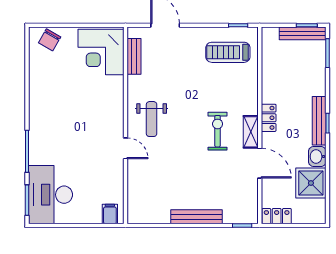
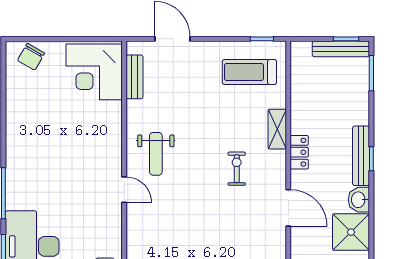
exercise bike: (218, 131) -> (237, 169), width x0.73, depth x0.72
shelving: (251, 132) -> (277, 129), moved

